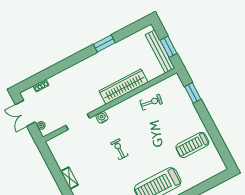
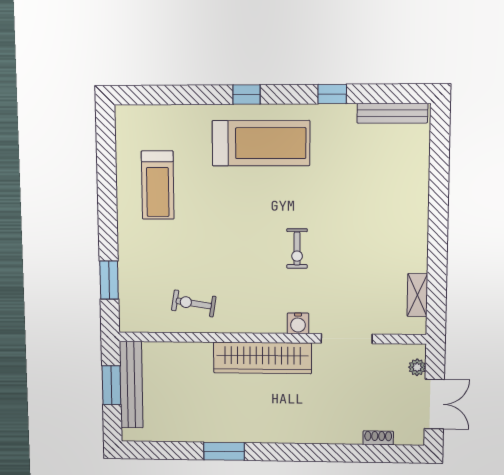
wardrobe: (124, 87) -> (262, 358), moved
treadmill: (192, 145) -> (158, 185), turned 90
shelving: (69, 178) -> (417, 295), moved

